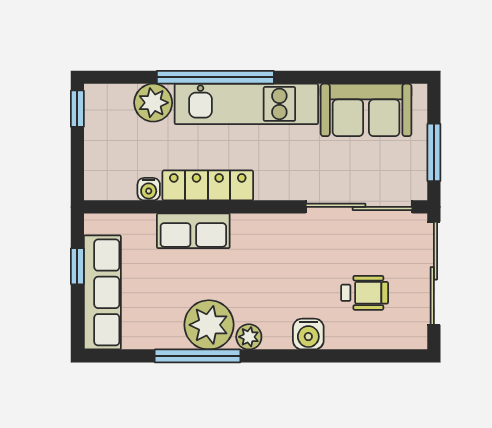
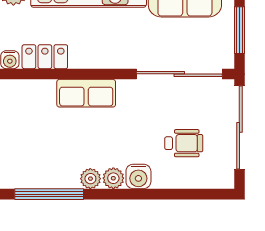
locker: (208, 185) -> (45, 57), width x0.66
row of seats: (193, 231) -> (86, 93), moved
plant: (209, 325) -> (113, 178), moved, width x0.53, depth x0.53

